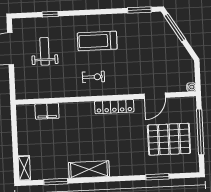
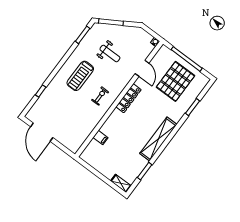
weight bench: (45, 51) -> (110, 54), moved, turned 180
filing cabinet: (47, 111) -> (100, 138), width x0.50
shelving: (89, 169) -> (158, 139), width x1.47

